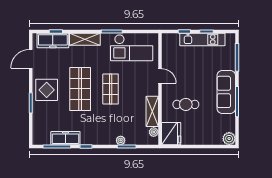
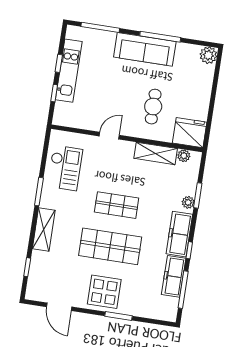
freezer: (53, 40) -> (179, 234), moved, turned 180
checkout: (132, 48) -> (65, 168), width x0.73, depth x0.83

